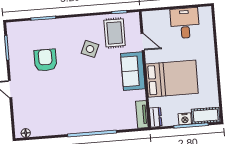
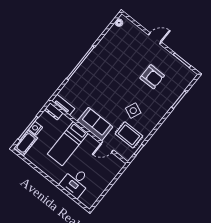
desk: (185, 23) -> (76, 182), moved, turned 90
bed: (172, 79) -> (68, 144), width x0.67

